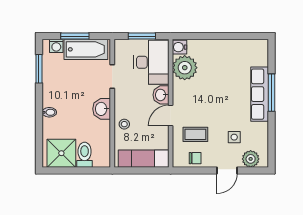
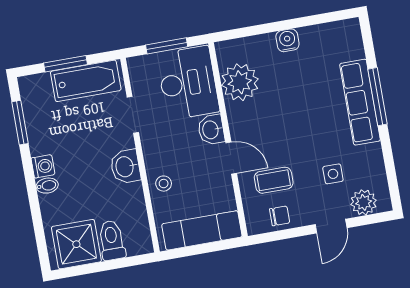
washing machine: (56, 46) -> (43, 166), moved, turned -90
water cooler: (180, 47) -> (287, 40), moved, turned 90
door: (171, 115) -> (231, 158), swing flipped

